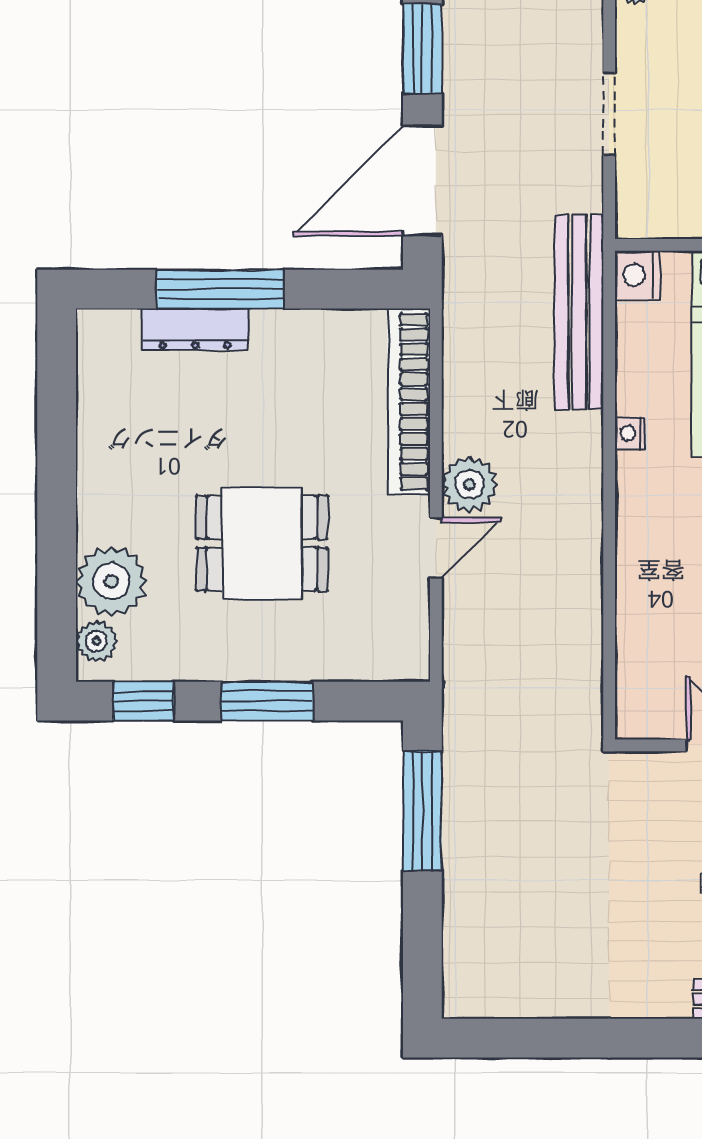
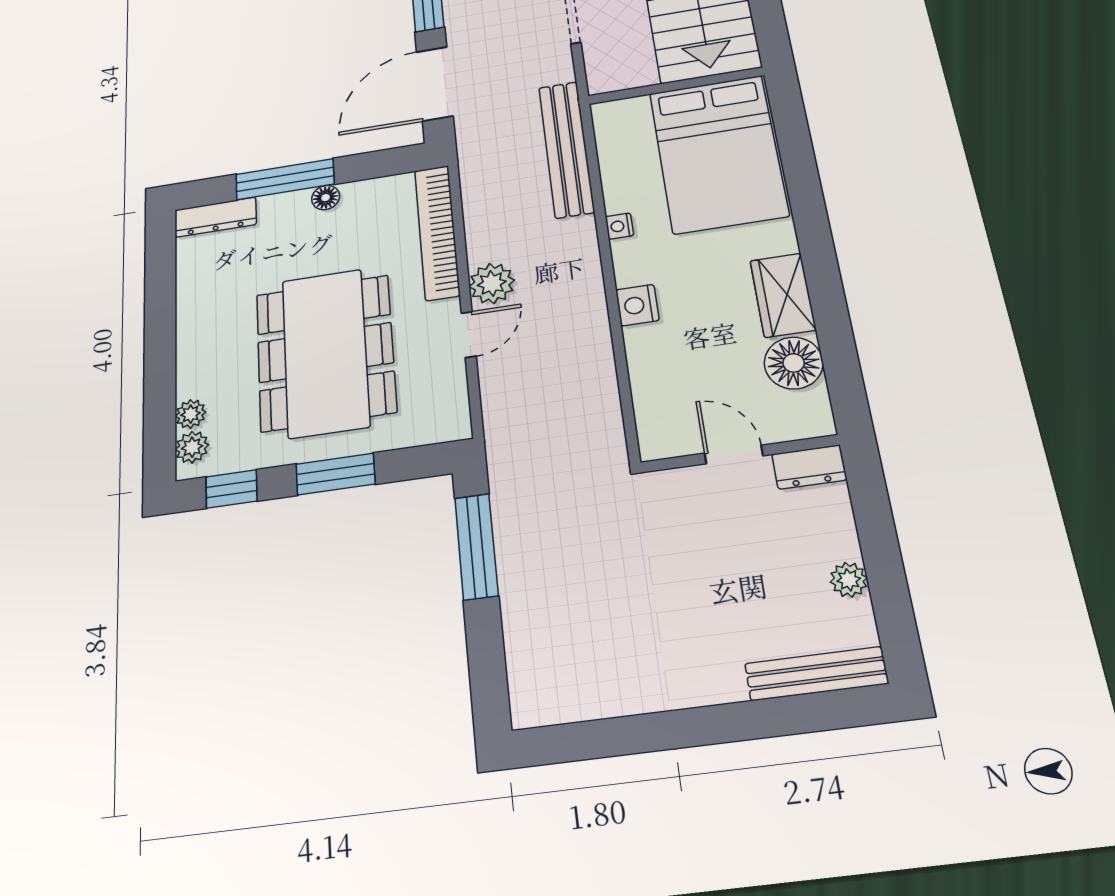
nightstand: (637, 275) -> (637, 305), moved
floor lamp: (272, 326) -> (326, 198), added
dresser: (195, 329) -> (215, 217), moved
dining table: (262, 543) -> (325, 353), width x1.88, depth x1.24
plant: (111, 581) -> (191, 414), width x0.53, depth x0.53

